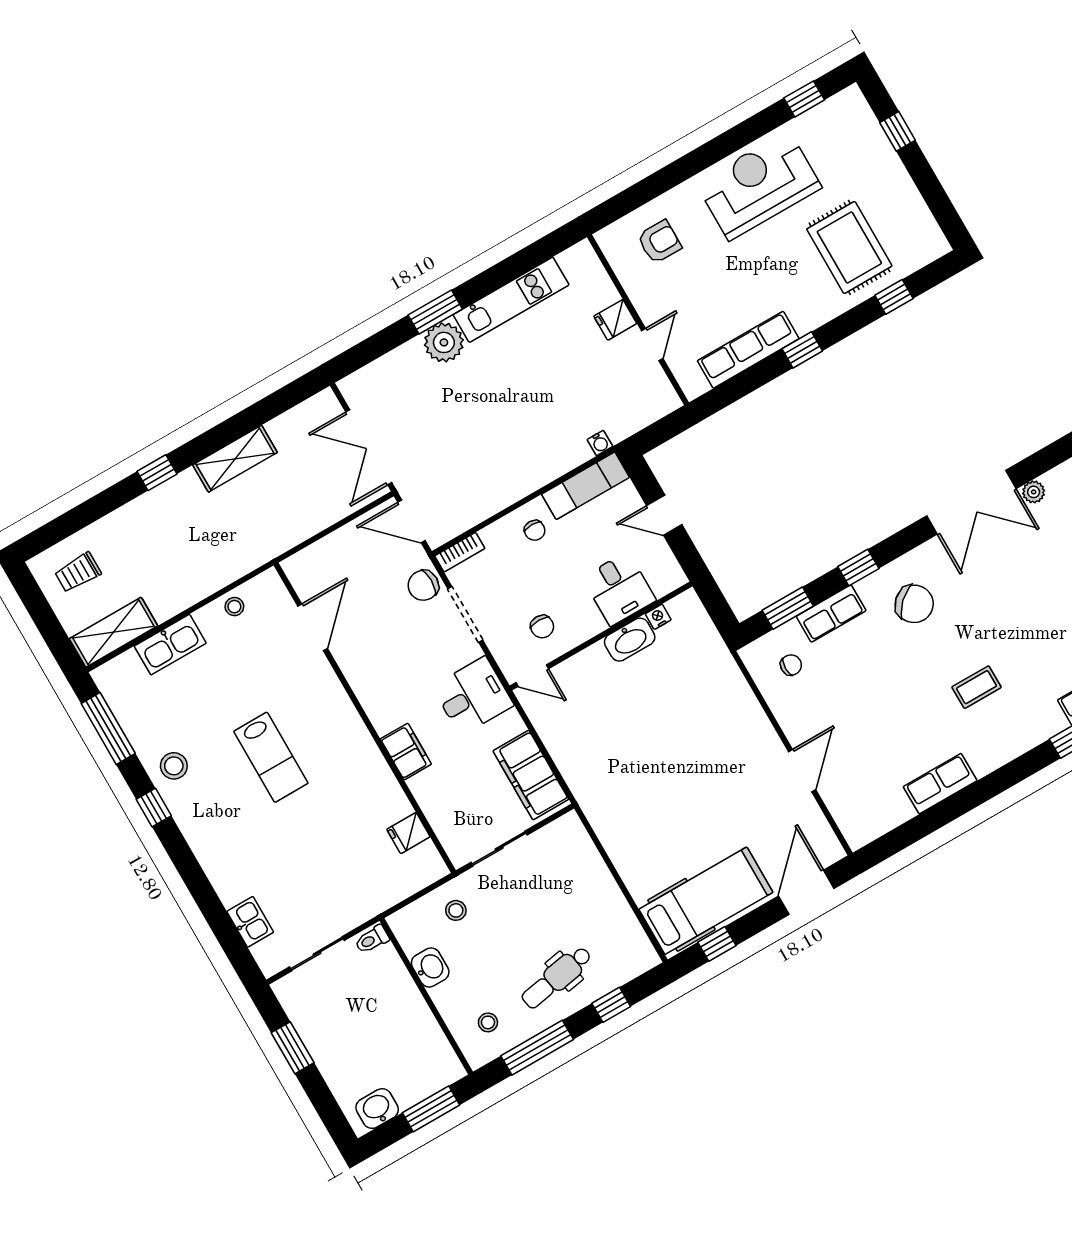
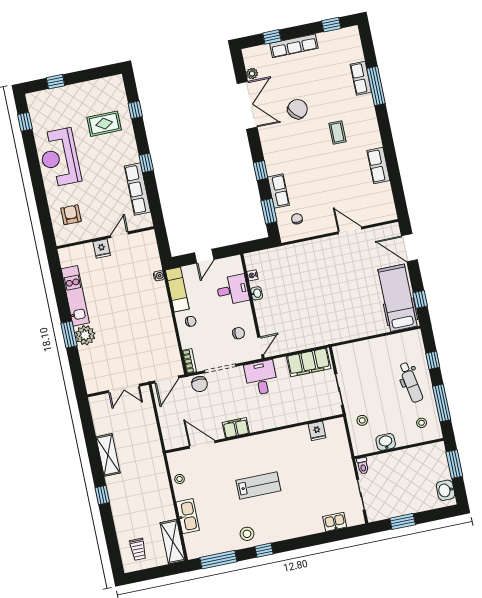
rug: (849, 247) -> (104, 124), width x0.73, depth x0.70
door: (652, 344) -> (120, 235), hinge flipped
double door: (369, 447) -> (124, 388), width x0.73
chair: (914, 604) -> (297, 109), moved
washbasin: (630, 640) -> (257, 293), width x0.52, depth x0.69
filing cabinet: (406, 752) -> (236, 428), moved

